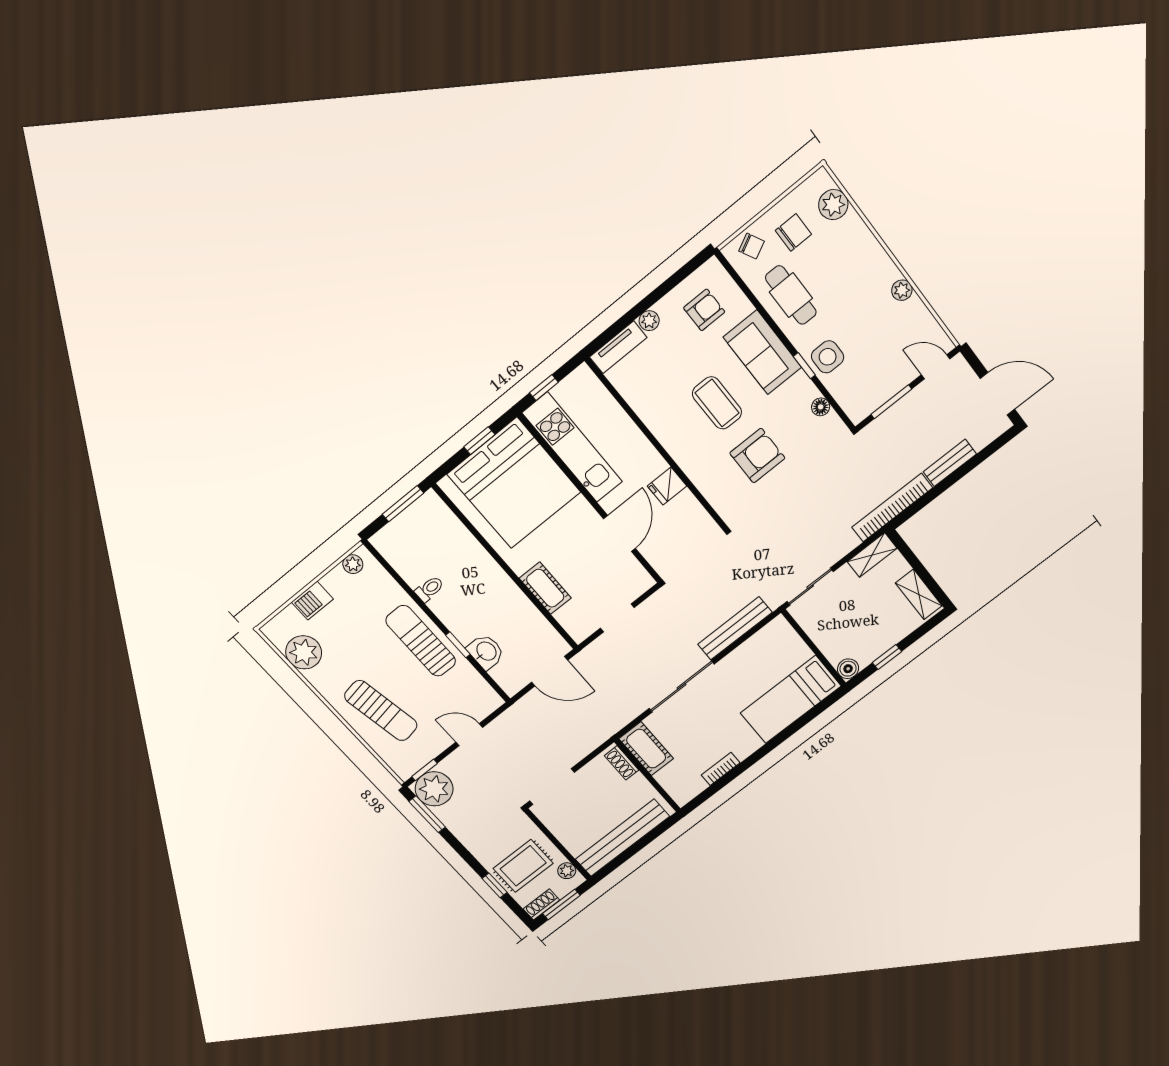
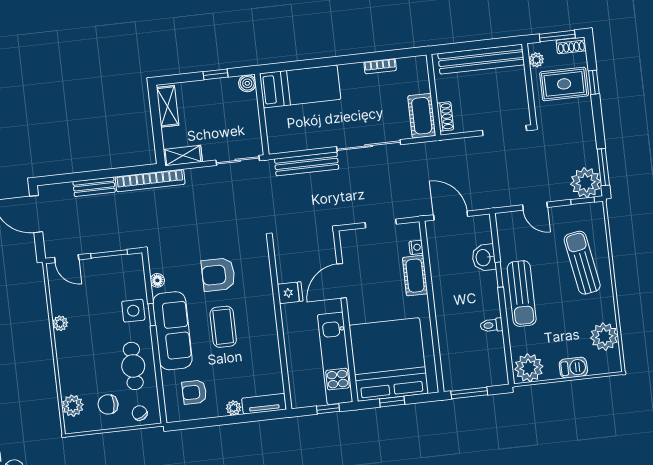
sofa: (762, 352) -> (172, 331), width x1.36
plant: (353, 564) -> (529, 368), width x1.88, depth x1.88
nightstand: (564, 617) -> (416, 247), added

